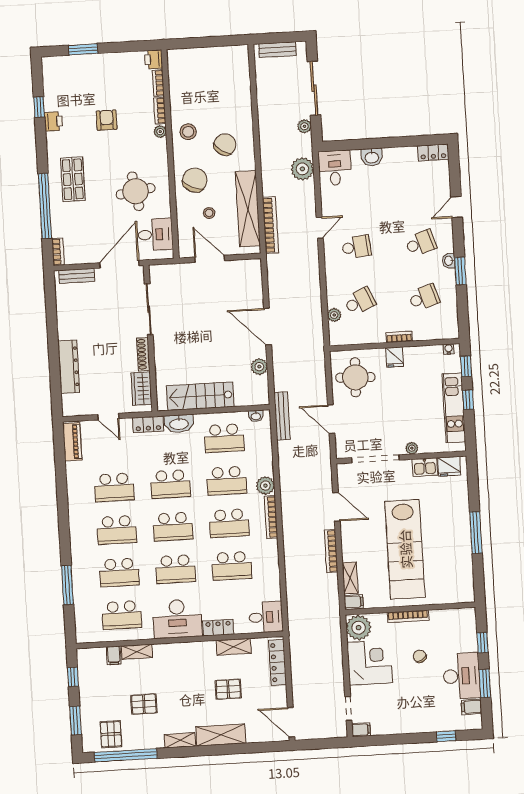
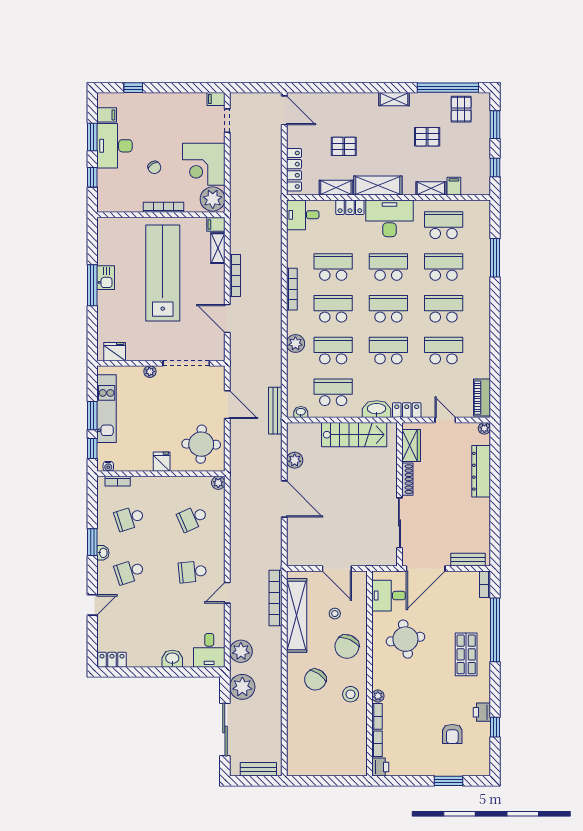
armchair: (107, 120) -> (452, 734), moved
plant: (304, 126) -> (242, 687), width x1.88, depth x1.88
plant: (334, 315) -> (218, 483), moved
bookcase: (399, 337) -> (118, 481), moved
window: (468, 400) -> (92, 416), width x1.50
plant: (68, 411) -> (484, 428), added
kitchen sink: (425, 467) -> (106, 278), moved, turned 90
bookcase: (271, 517) -> (292, 289), moved
shelving: (221, 735) -> (378, 185), moved

